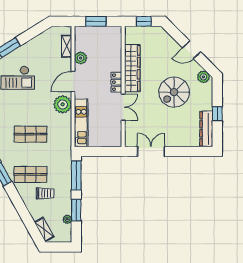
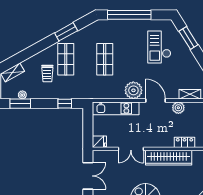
locker: (116, 82) -> (184, 142), moved
fridge: (116, 140) -> (99, 142), added
window: (76, 175) -> (65, 104), width x0.46
window: (76, 210) -> (20, 104), moved

